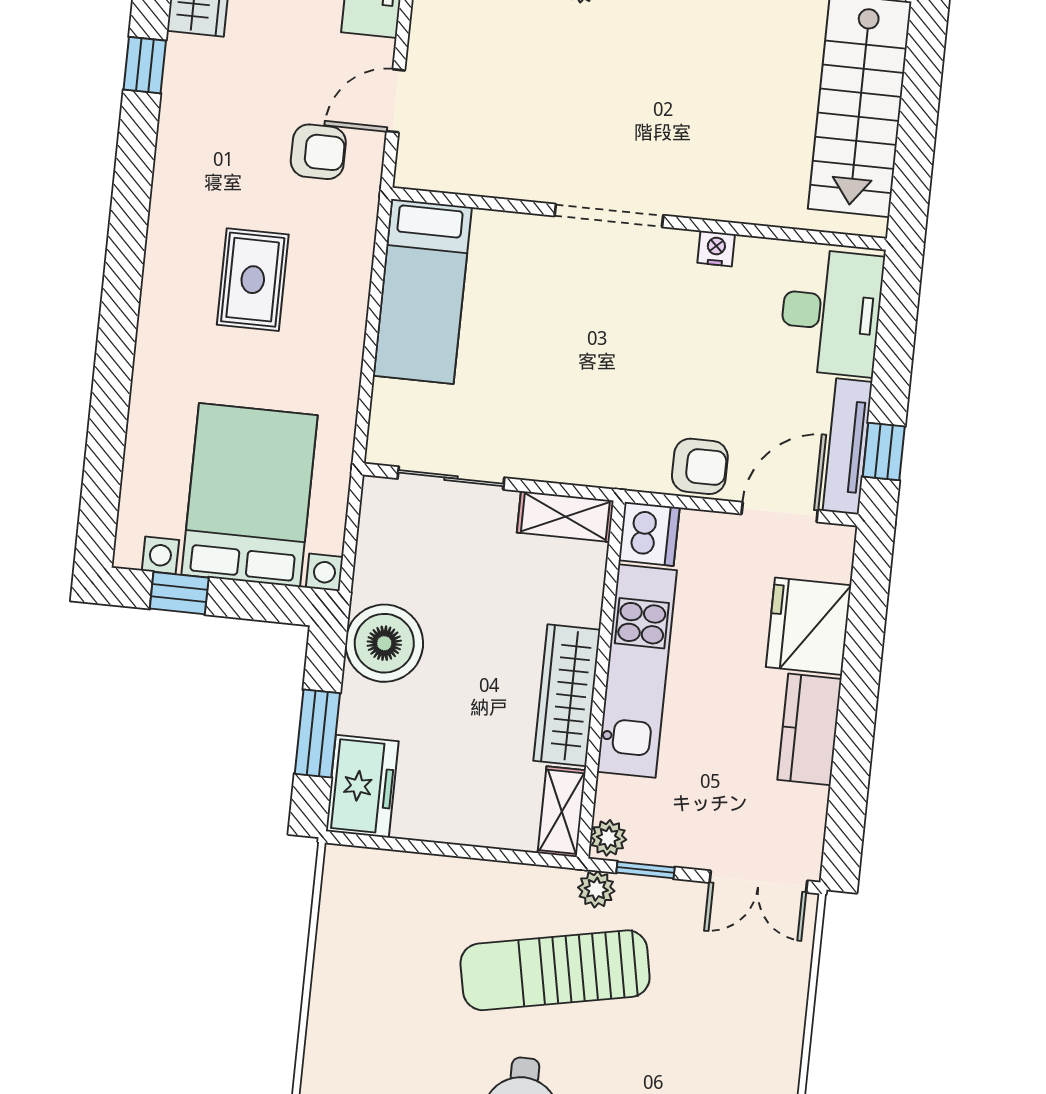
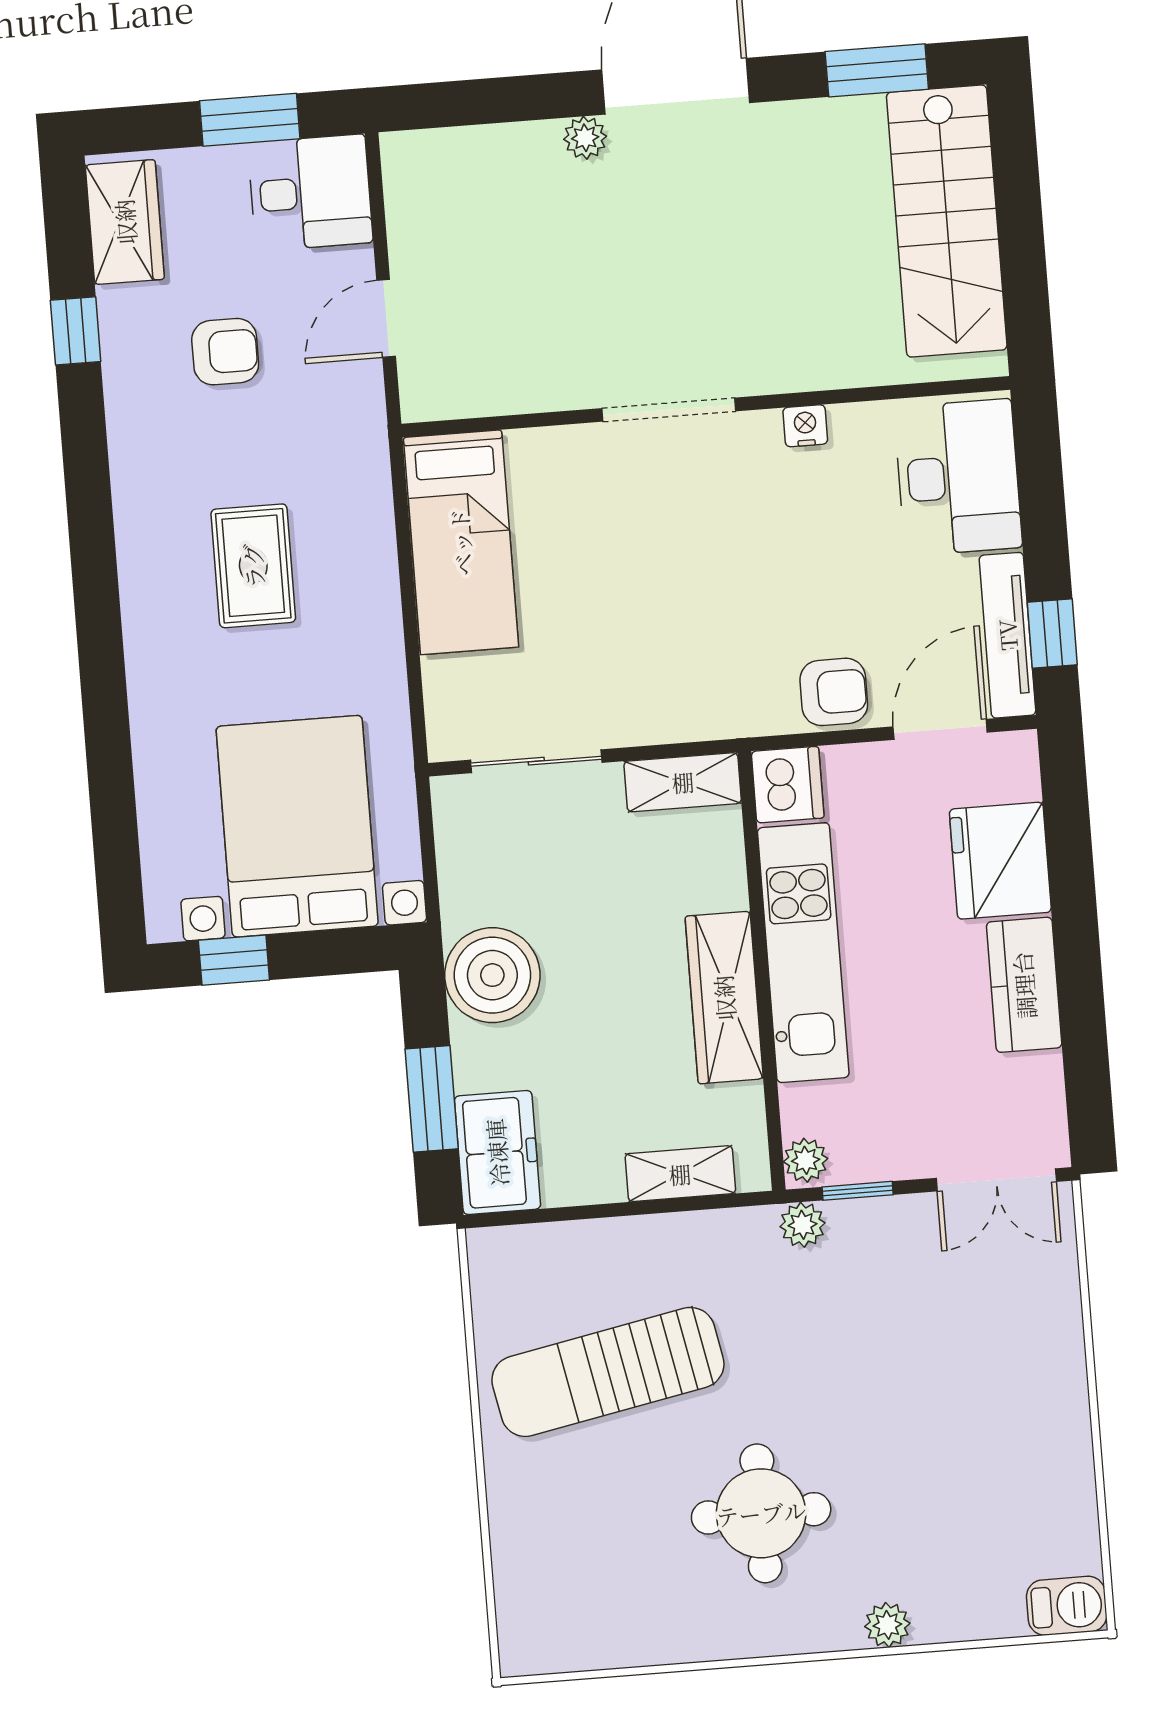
armchair: (318, 152) -> (225, 352), moved
shelving: (562, 812) -> (680, 1174), moved, turned 90
sun lounger: (555, 970) -> (608, 1372), moved

